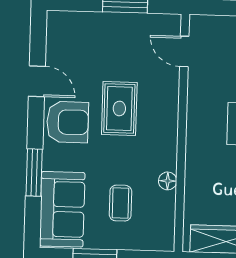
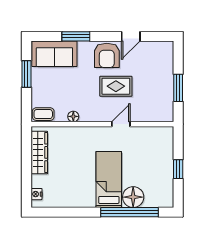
door: (184, 51) -> (121, 124), moved
coffee table: (120, 203) -> (43, 114), moved

